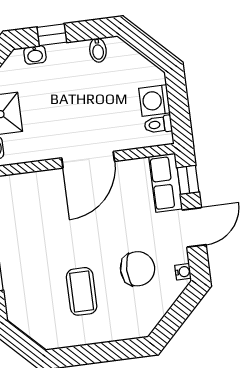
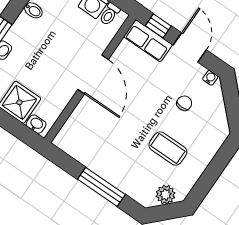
chair: (138, 269) -> (184, 103), width x0.54, depth x0.54
plant: (37, 328) -> (166, 195), added

